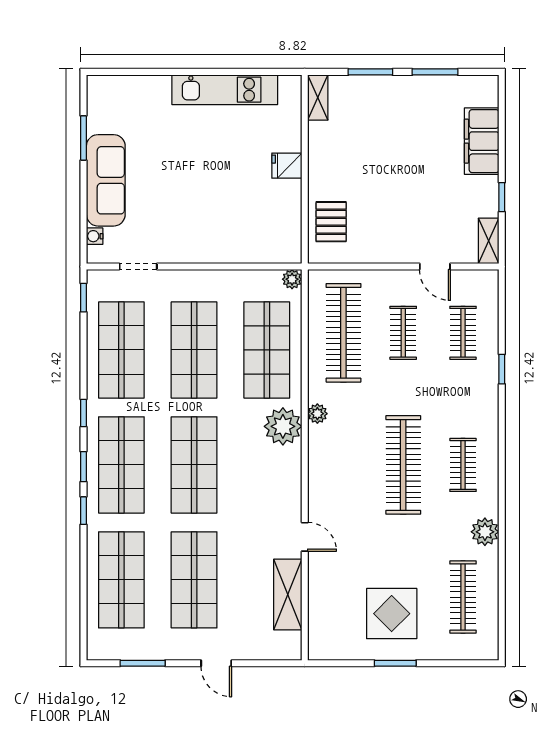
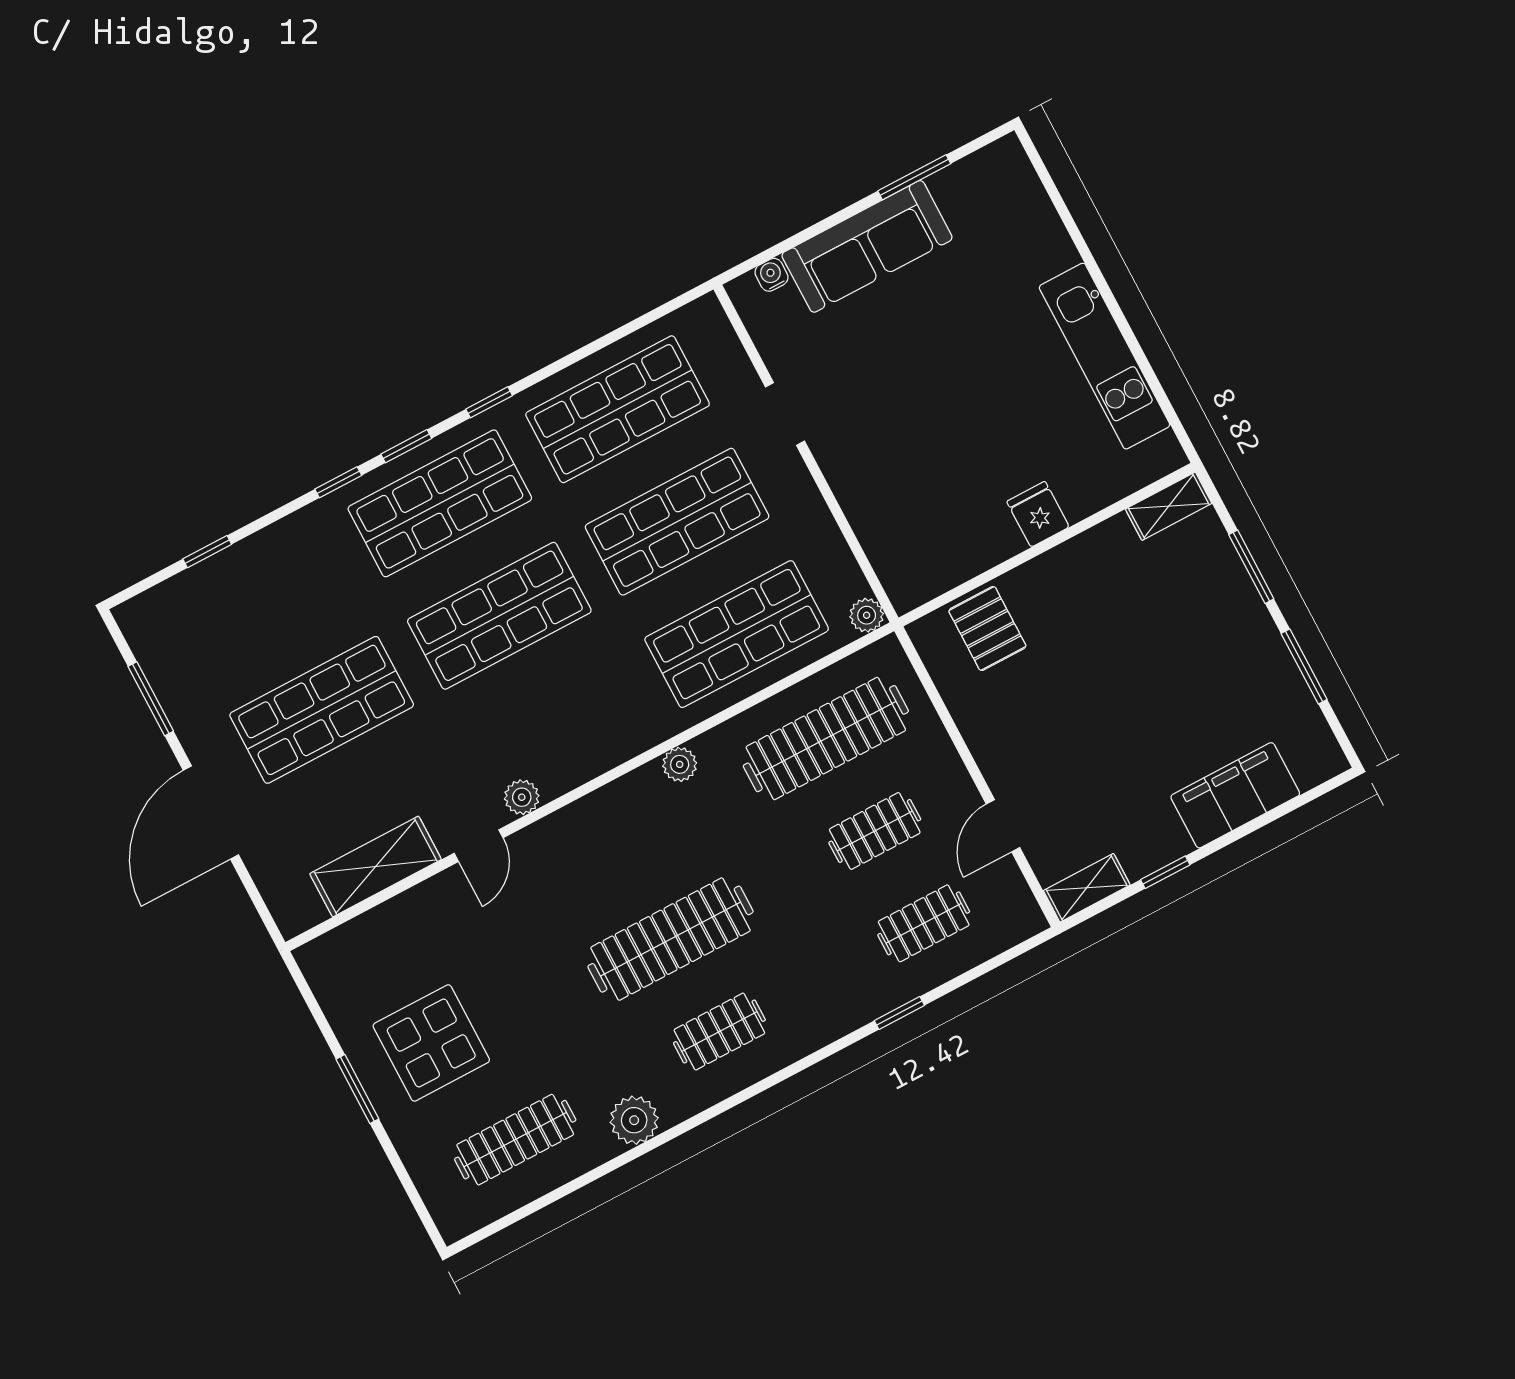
pallet: (331, 222) -> (987, 629), turned 90
doorway: (138, 267) -> (785, 414), moved
window: (83, 298) -> (207, 552), moved
plant: (283, 426) -> (522, 797), moved, width x0.53, depth x0.53
shop shelf: (121, 580) -> (262, 597), removed
door: (216, 663) -> (211, 813), width x1.87

